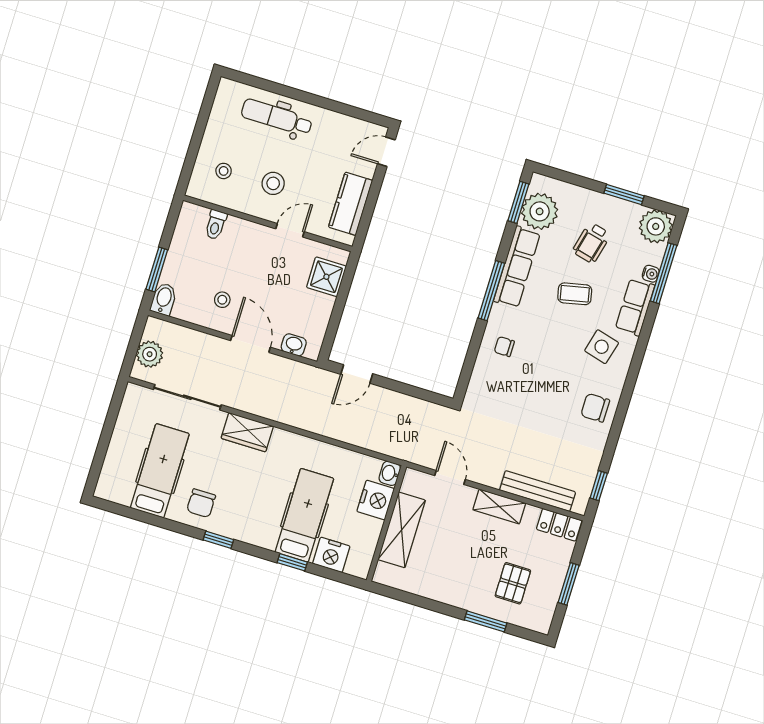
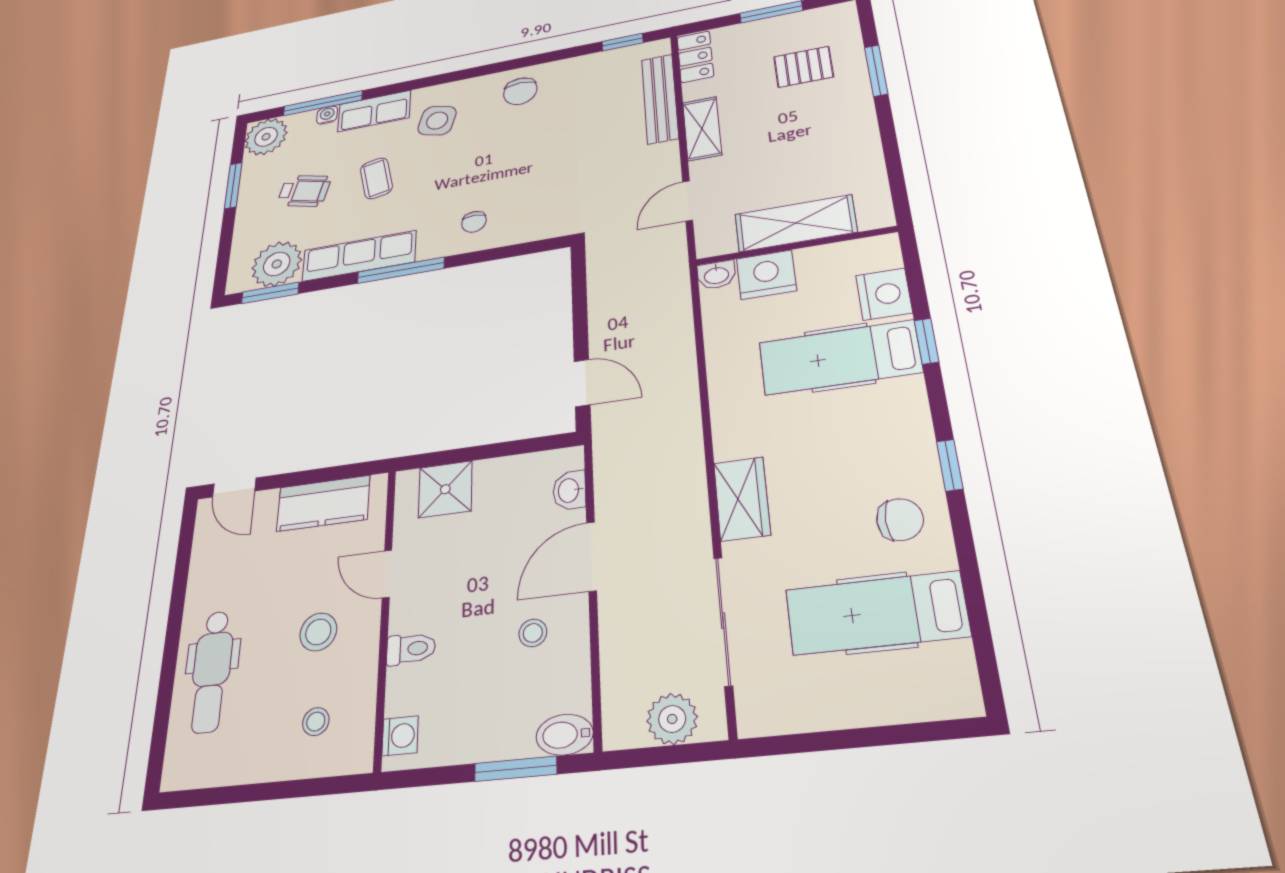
washing machine: (197, 215) -> (400, 736), added
toilet: (216, 225) -> (411, 649), moved

